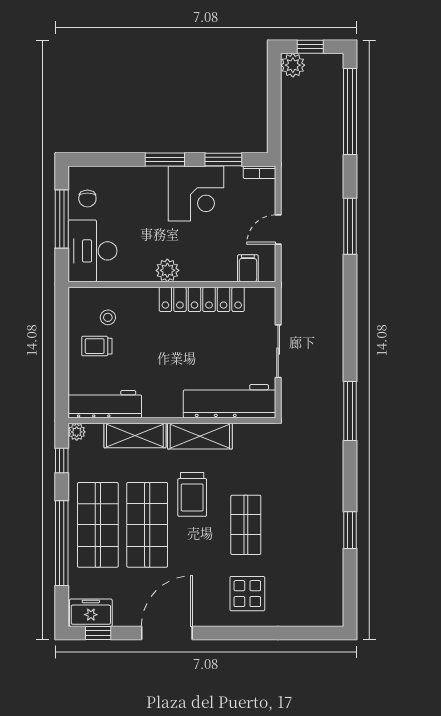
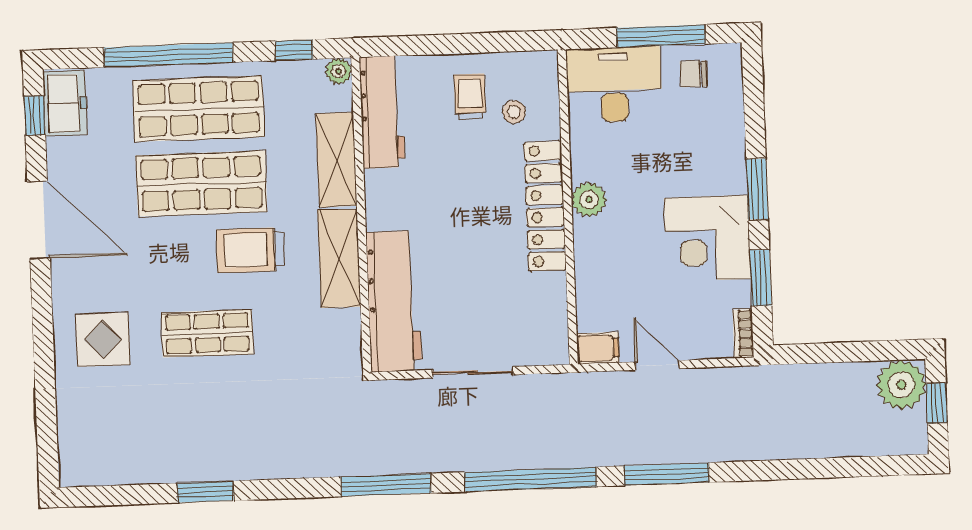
plant: (293, 65) -> (901, 385), width x1.36, depth x1.36
window: (350, 111) -> (530, 479), moved
filing cabinet: (248, 268) -> (598, 348), moved
locker: (202, 299) -> (545, 206), moved

